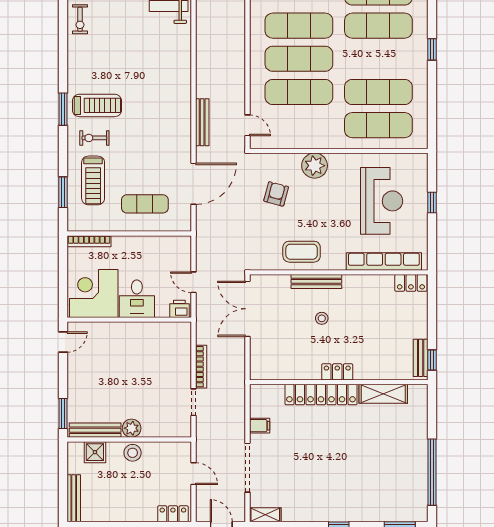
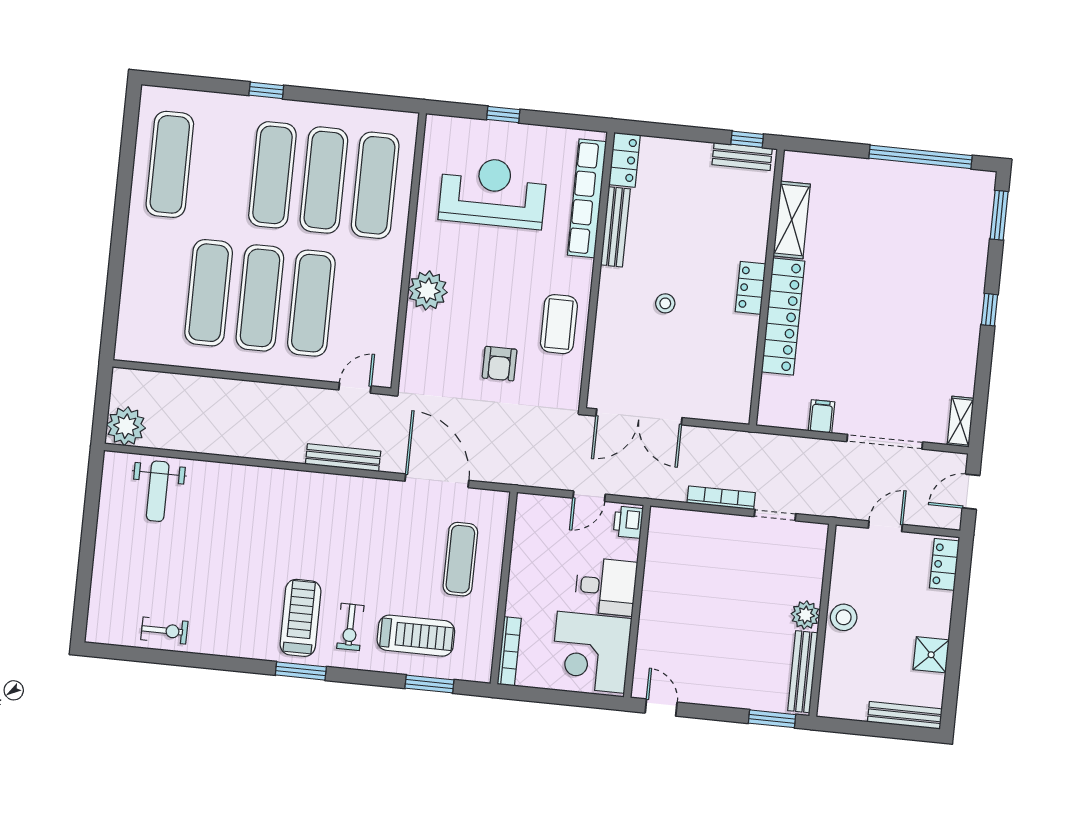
exercise mat: (378, 26) -> (272, 175), moved
armchair: (276, 194) -> (500, 364), moved, turned -105
bench: (316, 281) -> (615, 227), moved
shower: (95, 452) -> (931, 655), moved

